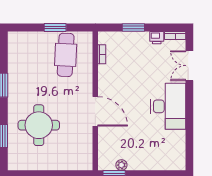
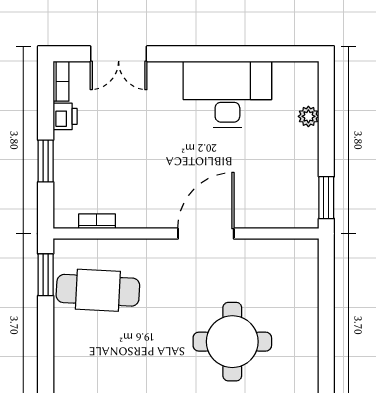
window: (55, 27) -> (46, 275), moved
desk: (168, 106) -> (227, 94), moved
plant: (121, 165) -> (308, 116), moved

